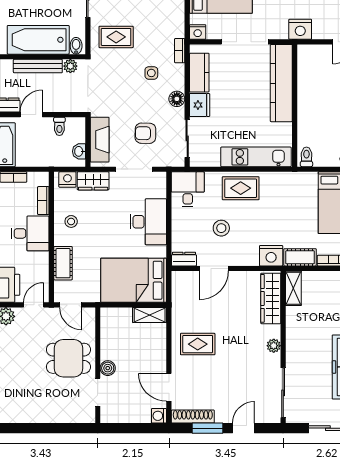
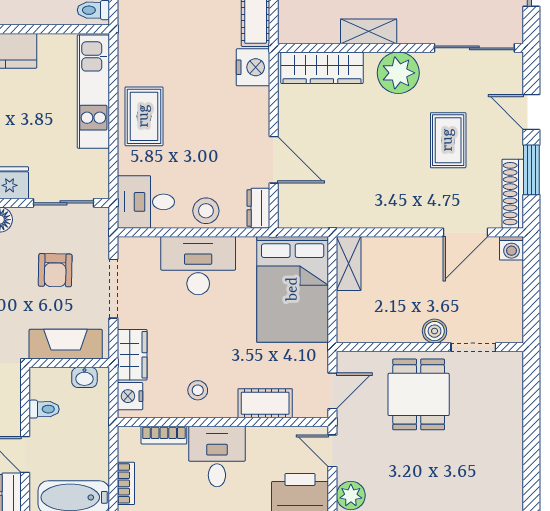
stool: (221, 228) -> (206, 211), moved
shelving: (293, 288) -> (369, 31), moved
rug: (198, 344) -> (448, 140), moved
plant: (274, 346) -> (398, 73), width x1.87, depth x1.87

